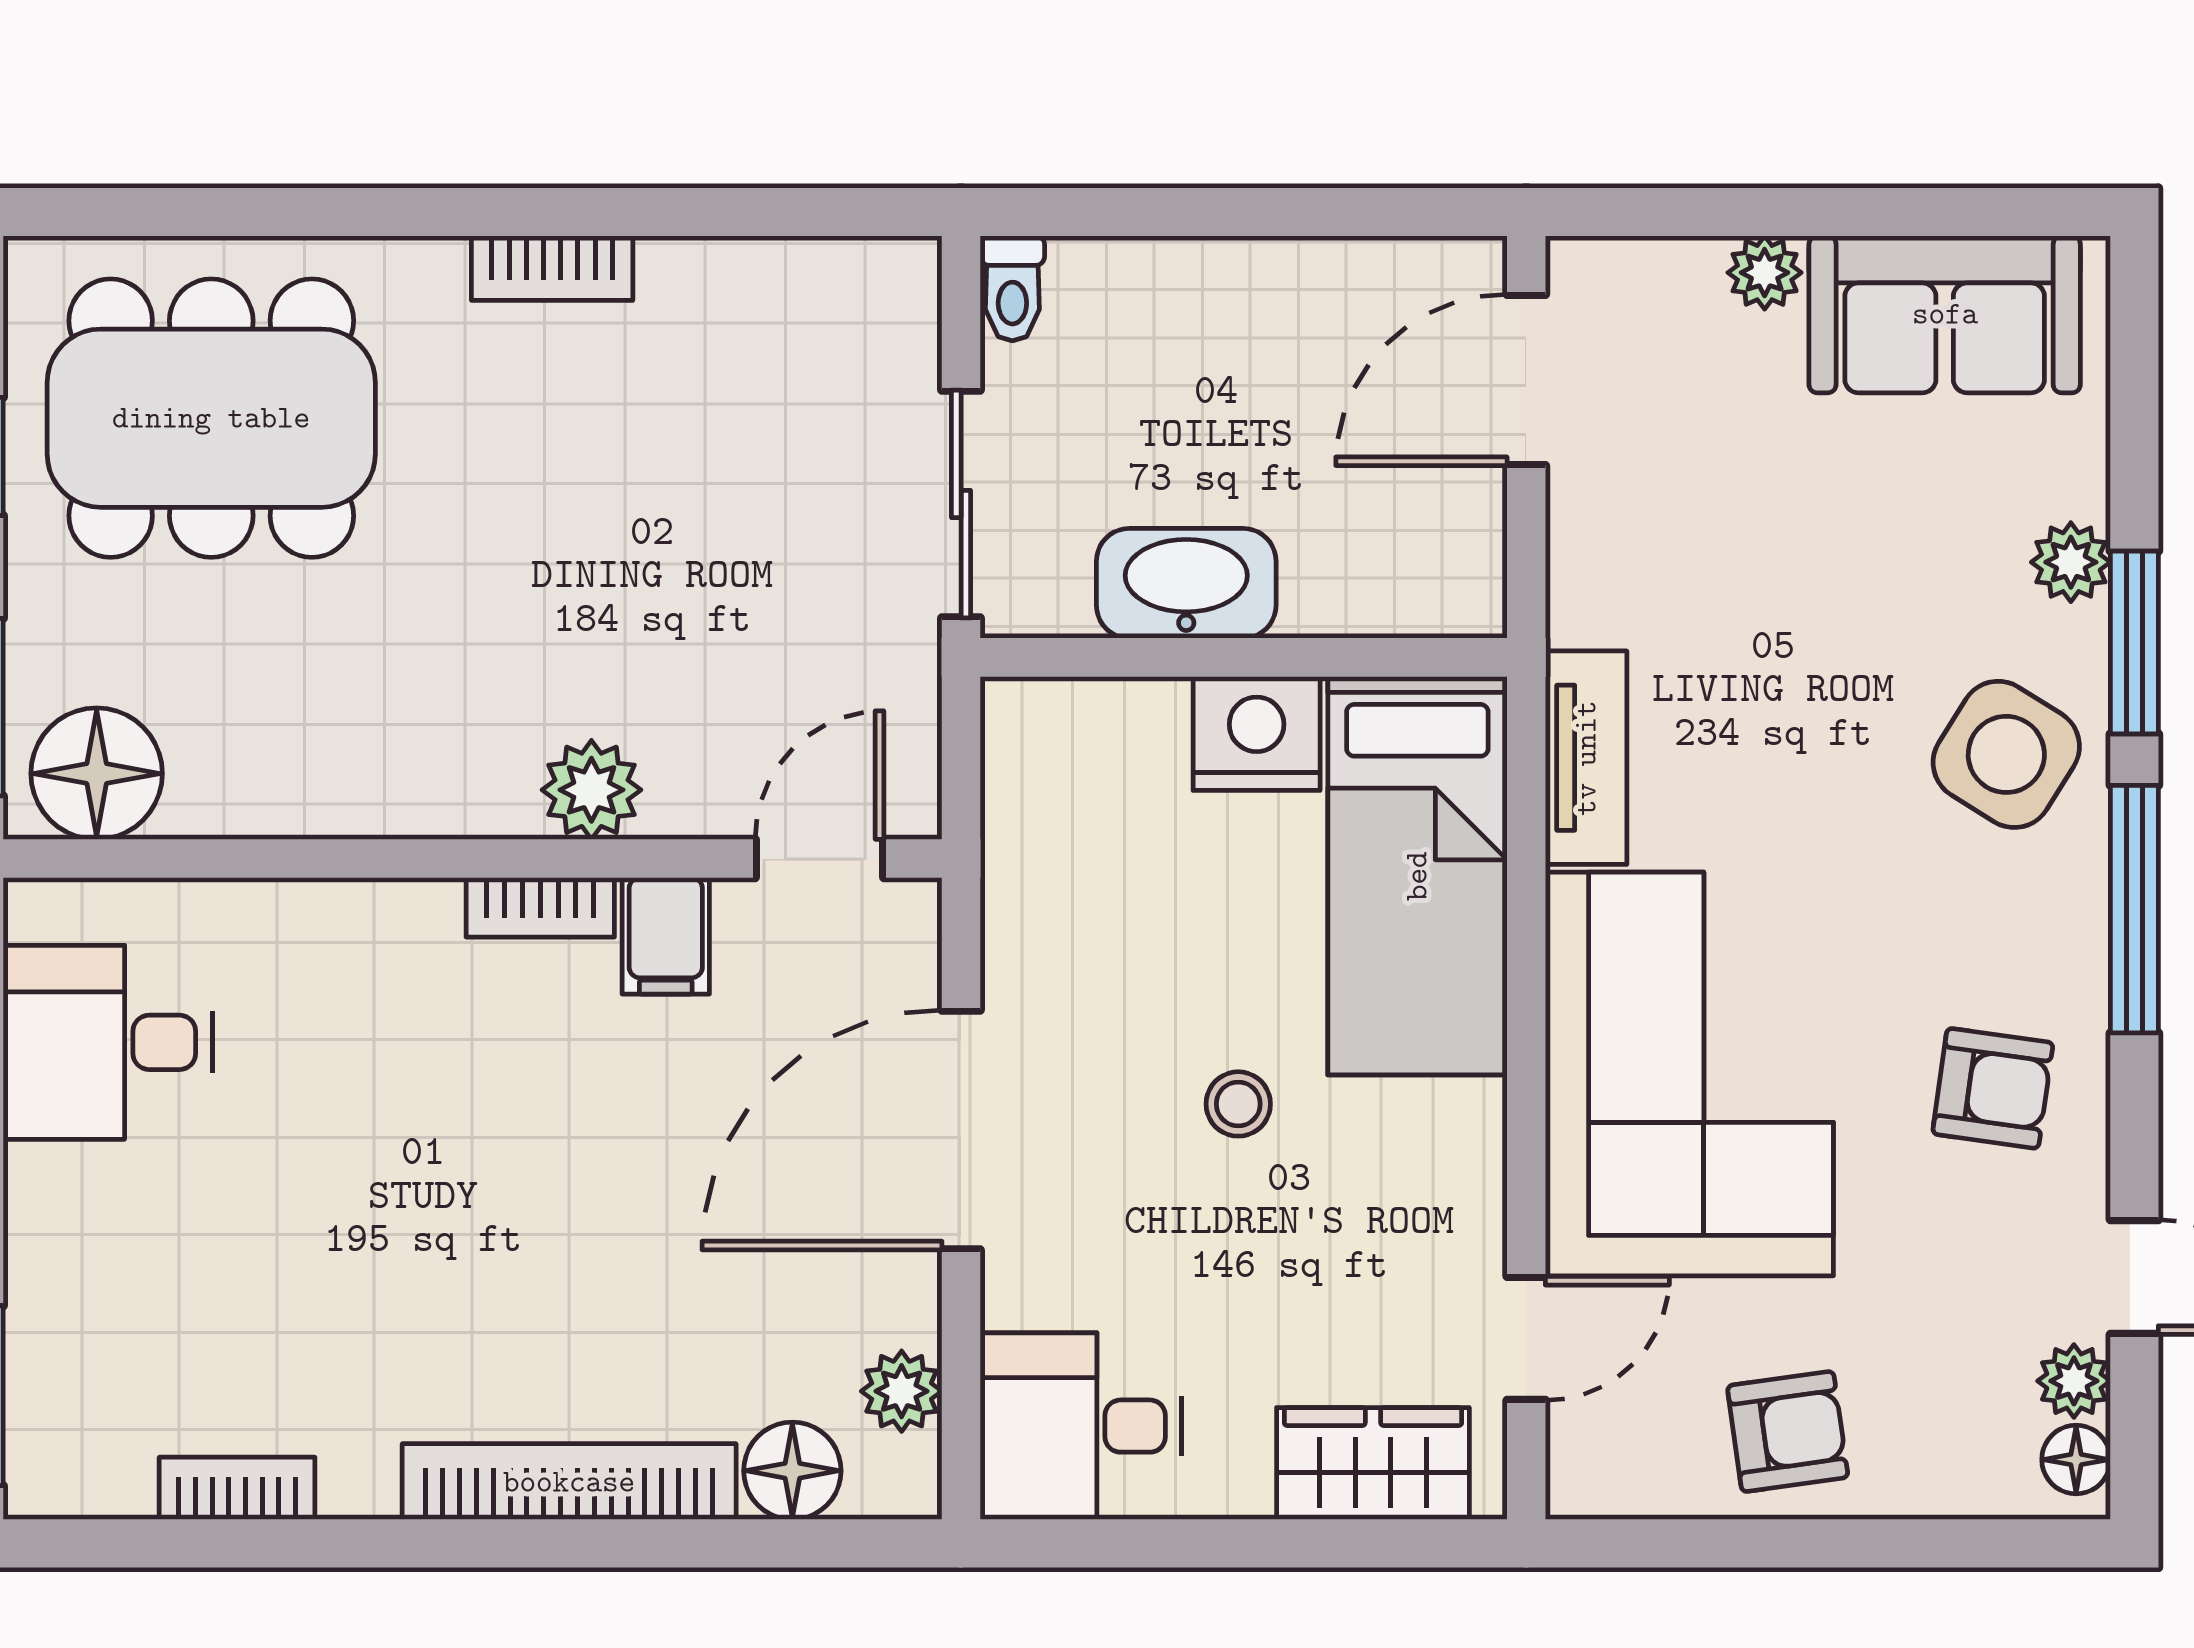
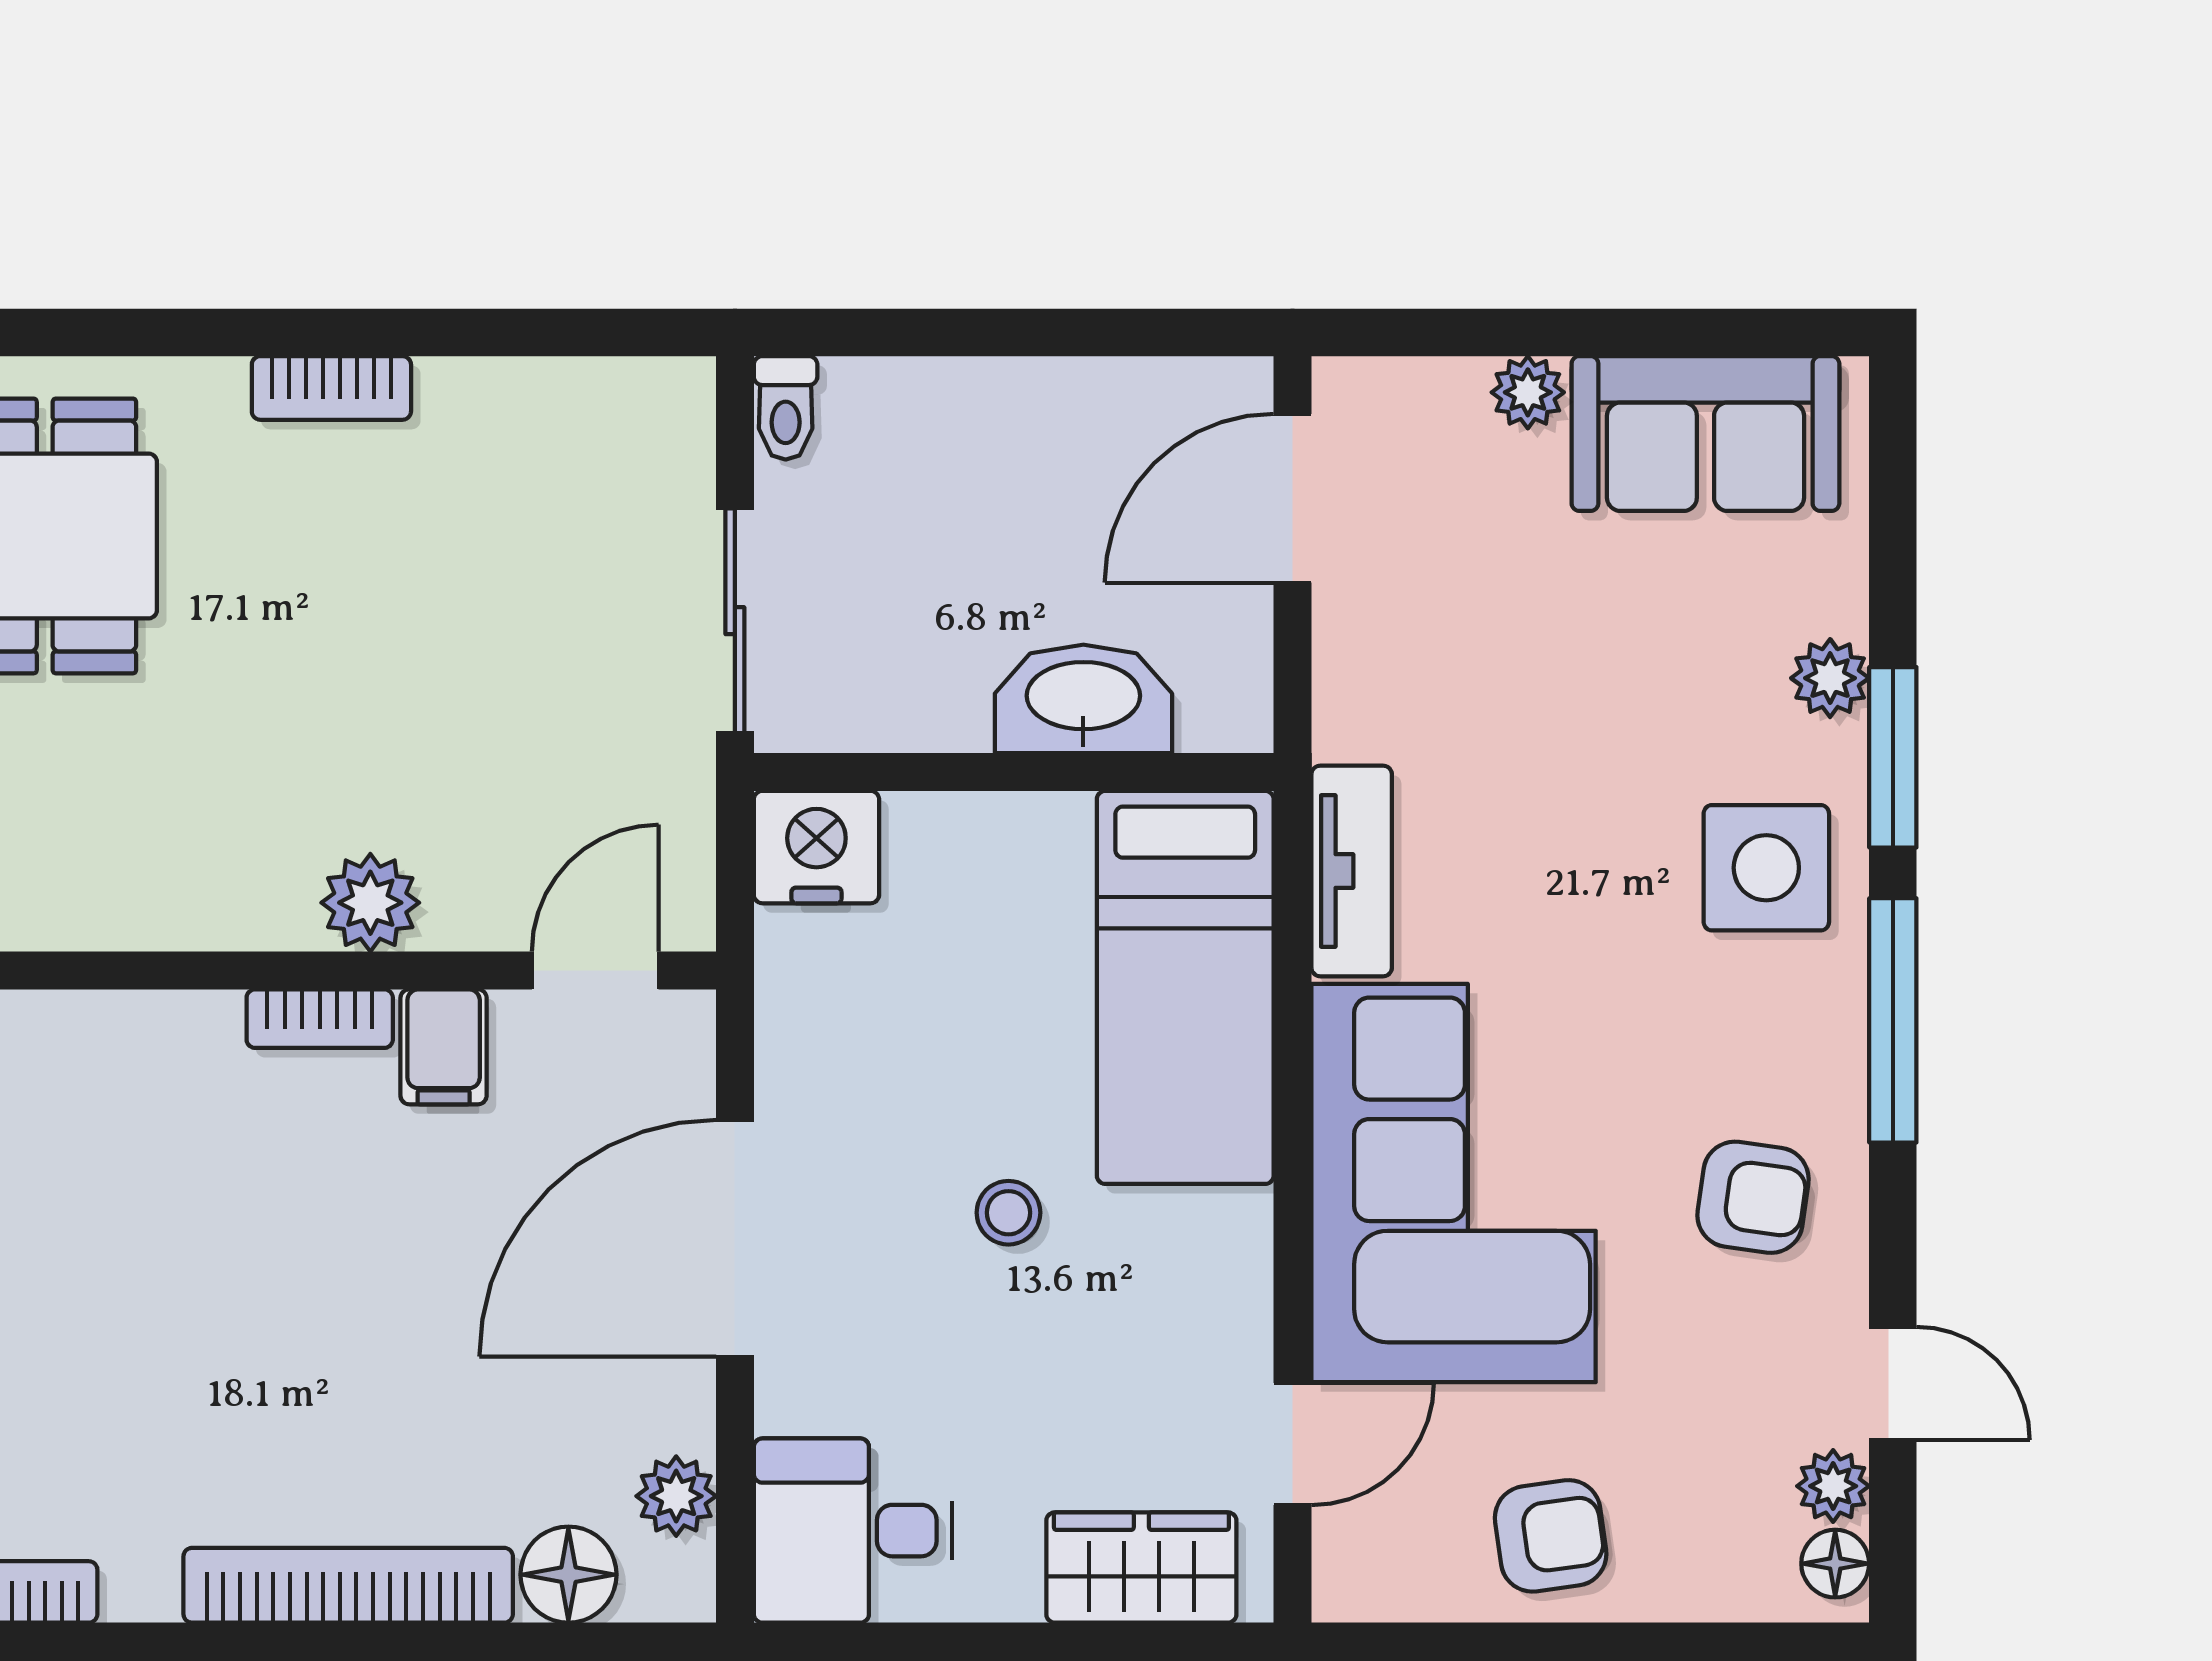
washbasin: (1186, 583) -> (1083, 699), moved
nightstand: (1257, 733) -> (816, 847), moved
side table: (2006, 754) -> (1766, 868), turned -32

